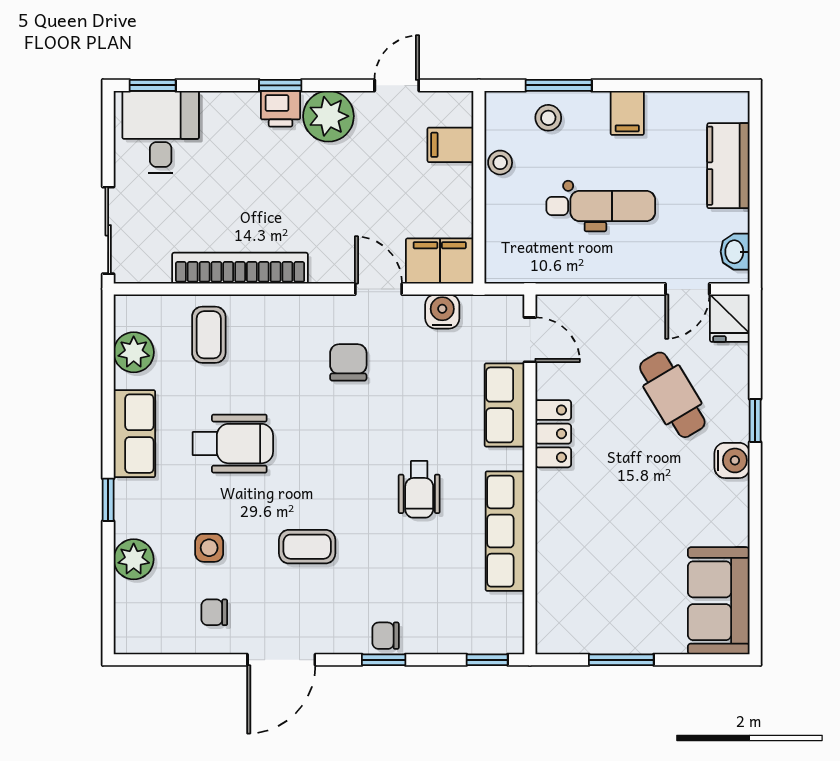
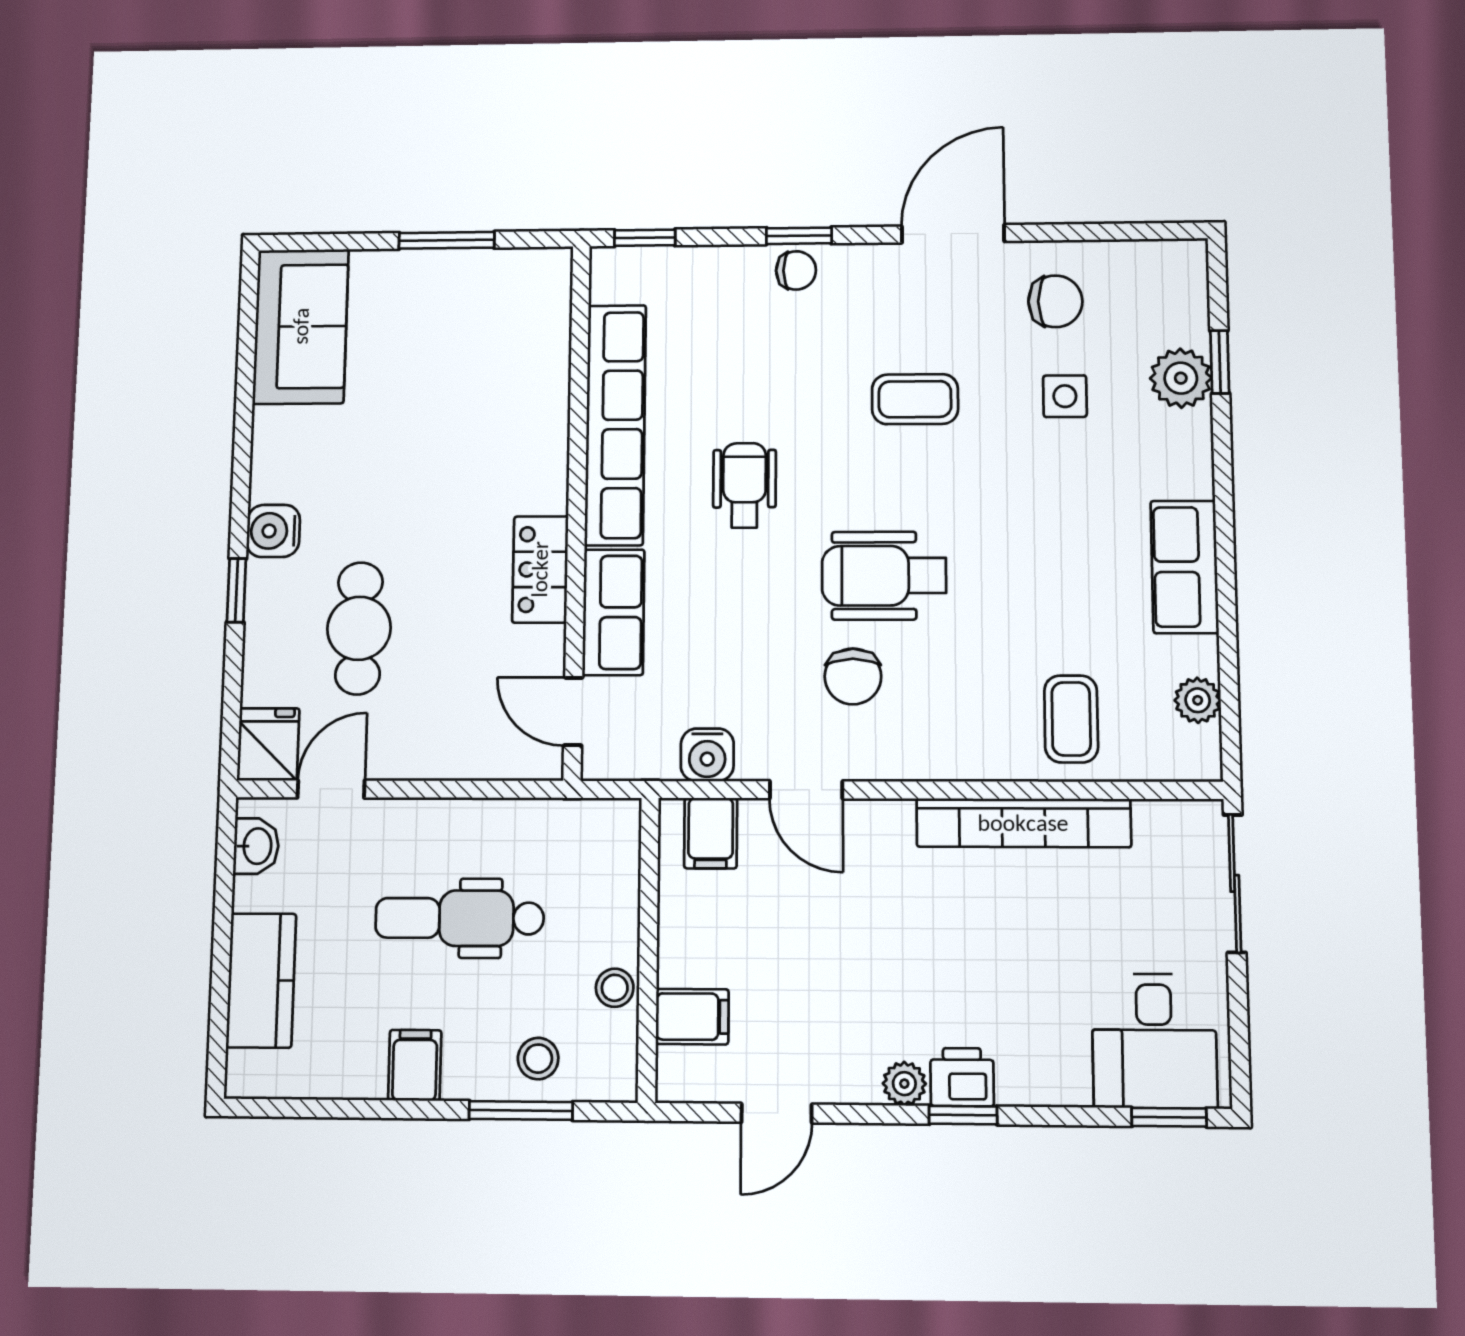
plant: (328, 116) -> (904, 1084), width x0.53, depth x0.53
filing cabinet: (440, 261) -> (711, 833), width x0.50
plant: (134, 352) -> (1198, 700), width x0.73, depth x0.73
cafe table: (672, 395) -> (359, 628), turned 31
wheelchair: (233, 444) -> (884, 576), moved
window: (108, 500) -> (1220, 362), moved
row of seats: (505, 531) -> (615, 425), width x1.36
chair: (214, 612) -> (1055, 301), width x1.37, depth x1.37

